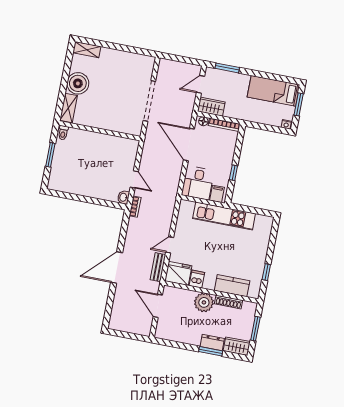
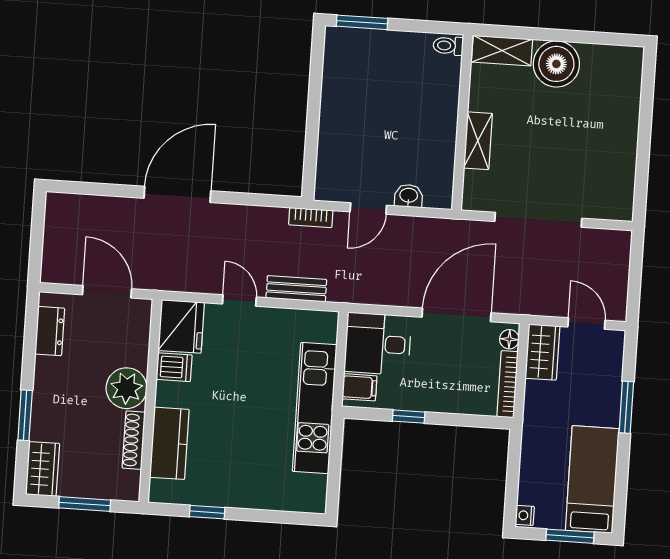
shelving: (87, 50) -> (478, 141), moved
window: (227, 68) -> (626, 407), moved
window: (50, 155) -> (362, 22), moved
washbasin: (123, 197) -> (409, 196), moved
door: (117, 267) -> (177, 194), hinge flipped
bench: (158, 267) -> (296, 289), moved
door: (158, 306) -> (107, 292), hinge flipped
dresser: (212, 342) -> (50, 331), moved

